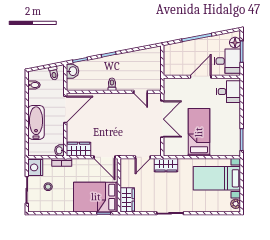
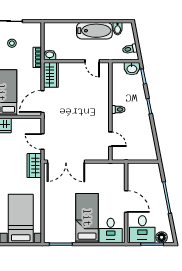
door: (141, 92) -> (110, 139), swing flipped
door: (65, 109) -> (92, 61), width x0.53
double door: (162, 119) -> (66, 162), moved
bathtub: (36, 122) -> (94, 31), moved
bed: (199, 132) -> (87, 218), moved, turned -90
nightstand: (35, 167) -> (32, 30), removed

